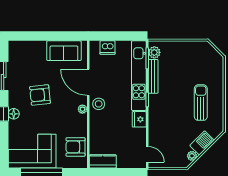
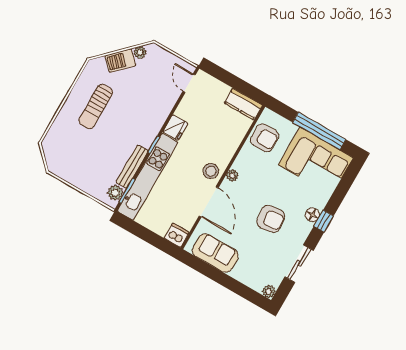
plant: (13, 46) -> (269, 291), added
dishwasher: (108, 48) -> (177, 235), moved

